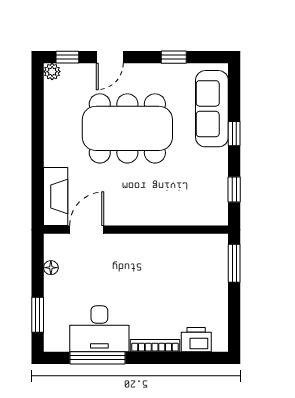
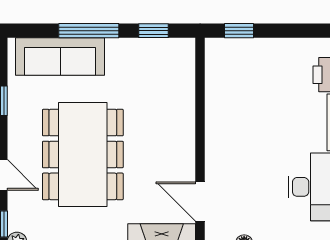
window: (234, 134) -> (89, 31), width x2.17
window: (234, 263) -> (239, 31), width x0.67

